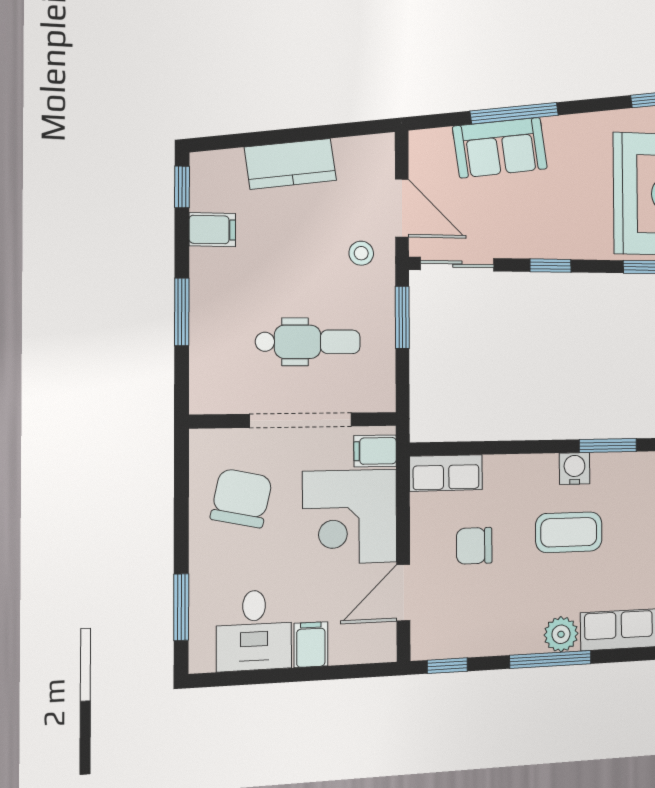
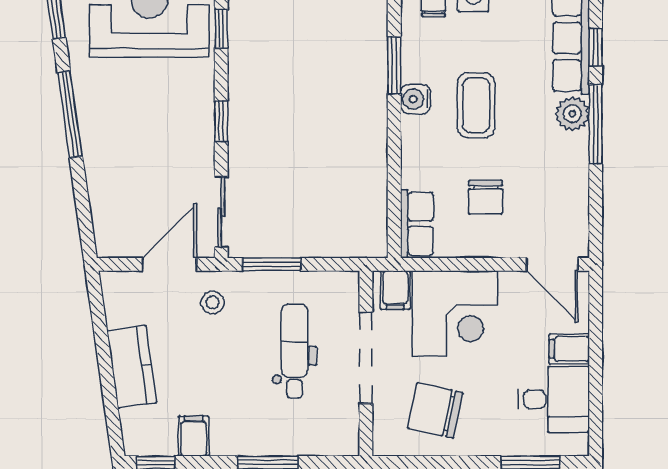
window: (514, 113) -> (70, 115), moved
sofa: (500, 148) -> (109, 170), removed
door: (403, 593) -> (552, 264), moved
window: (447, 666) -> (596, 47), moved

